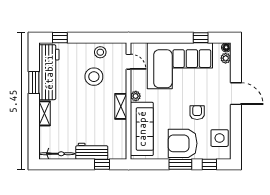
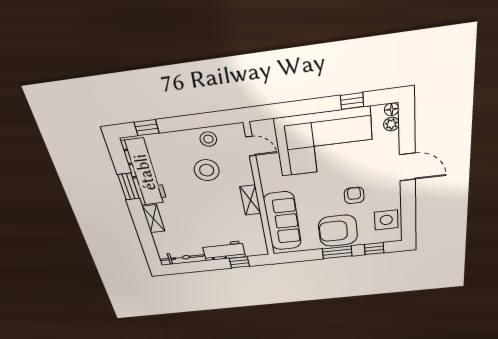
plant: (136, 96) -> (268, 186), removed

